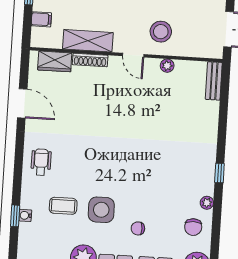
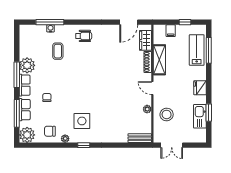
stool: (161, 32) -> (167, 115), moved
door: (133, 55) -> (152, 88), hinge flipped
door: (22, 103) -> (129, 22), moved
side table: (101, 210) -> (82, 121), moved
window: (15, 216) -> (50, 22), width x2.17

